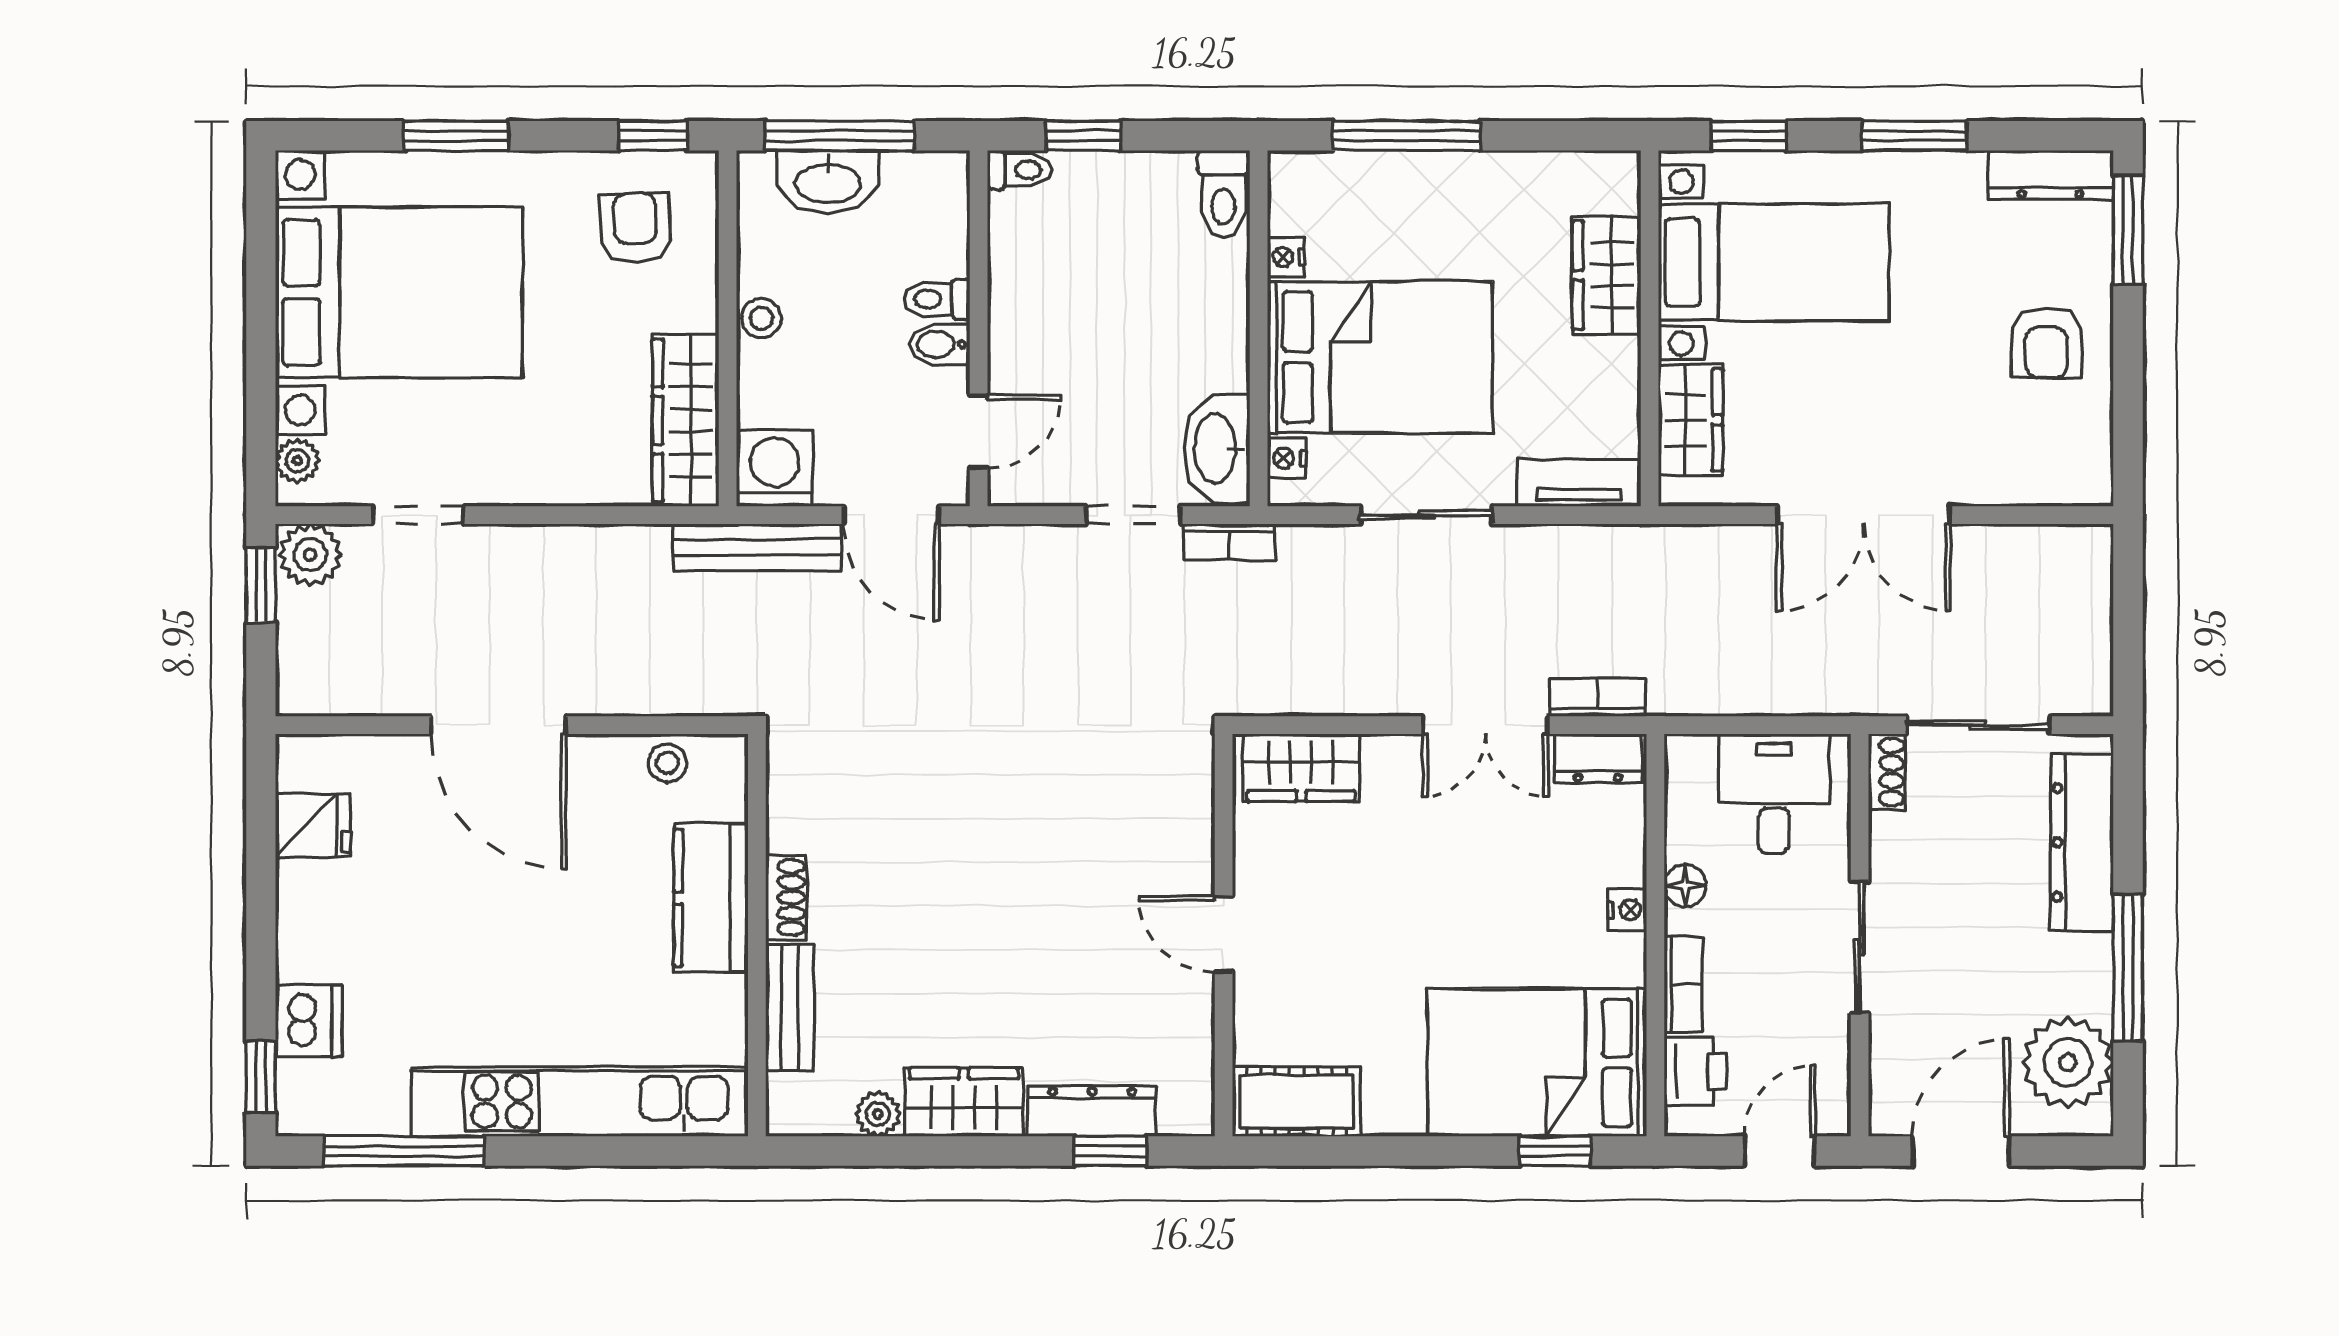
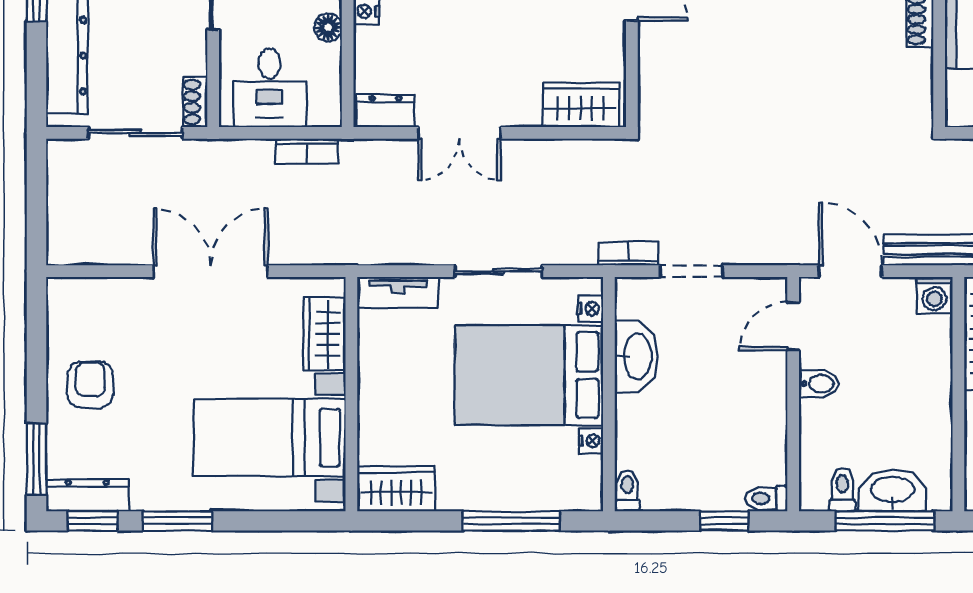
window: (1749, 136) -> (93, 521), moved
toilet: (1223, 194) -> (627, 491), width x0.73, depth x0.72
wardrobe: (1606, 275) -> (396, 489), moved, turned -90
toilet: (937, 299) -> (842, 490), moved, turned -90
stool: (761, 318) -> (936, 401), removed
washbasin: (1217, 449) -> (636, 356), moved
washing machine: (775, 468) -> (934, 295), width x0.73, depth x0.73
bookcase: (1598, 697) -> (307, 151), moved
double door: (1485, 725) -> (460, 133), swing flipped

